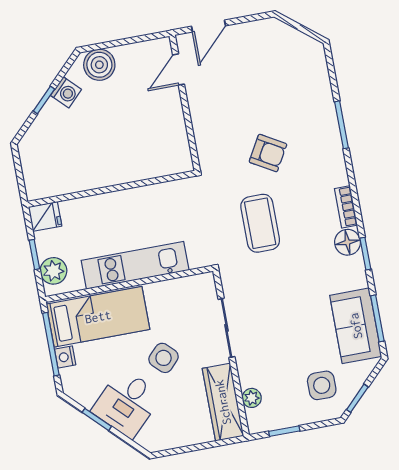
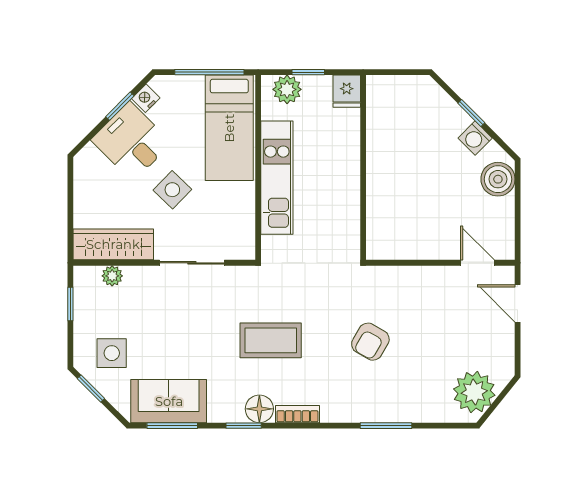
plant: (296, 51) -> (474, 392), added
coffee table: (260, 223) -> (271, 340), moved
nightstand: (65, 357) -> (146, 98), moved, turned -45

